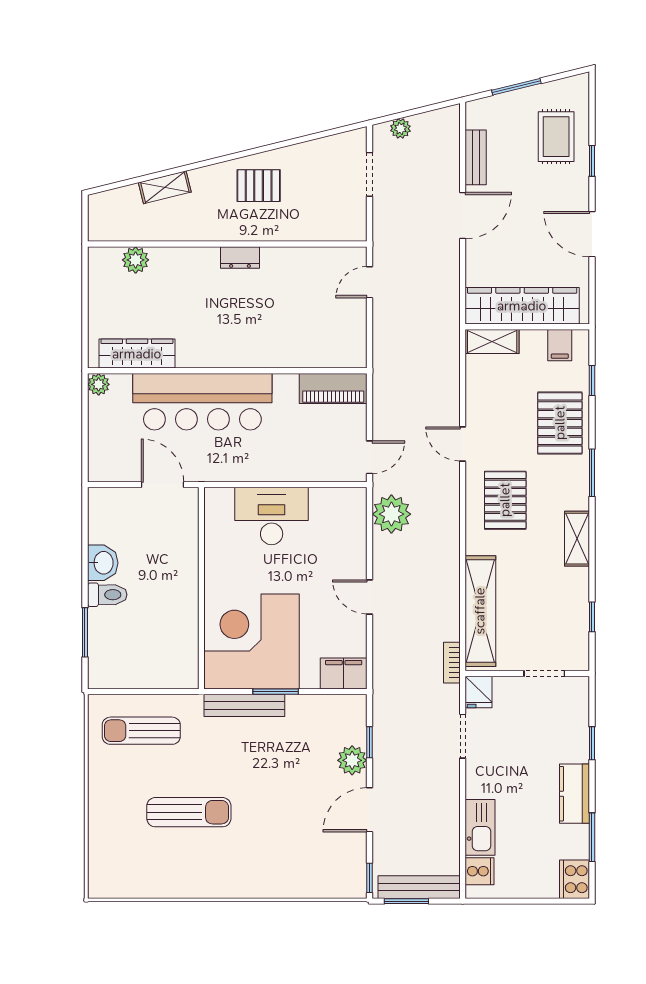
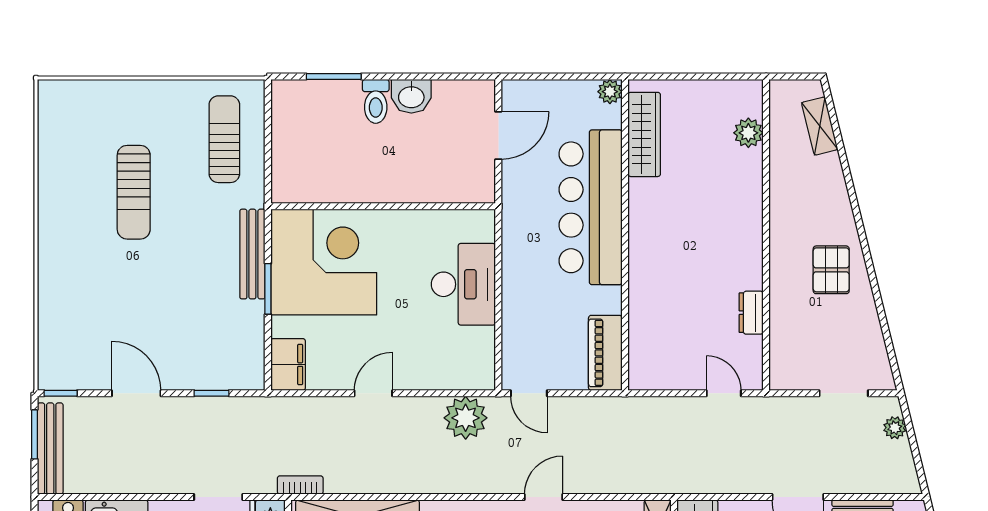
shelving: (165, 187) -> (820, 126), moved
dresser: (240, 258) -> (751, 313), moved
door: (163, 485) -> (498, 135), moved
plant: (352, 760) -> (191, 374), removed

